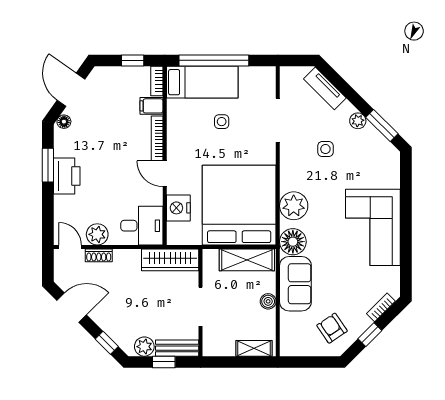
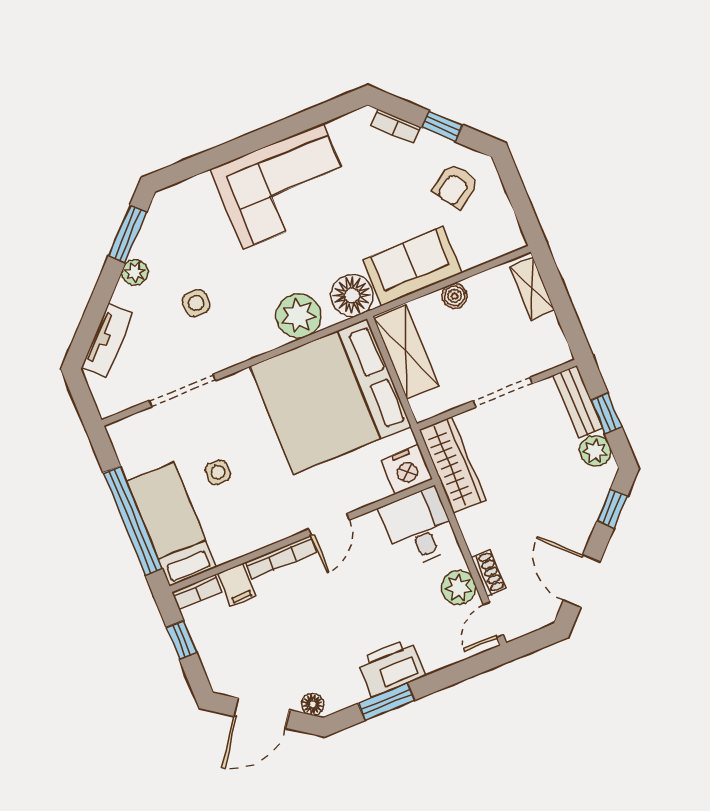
nightstand: (178, 208) -> (406, 470), moved

